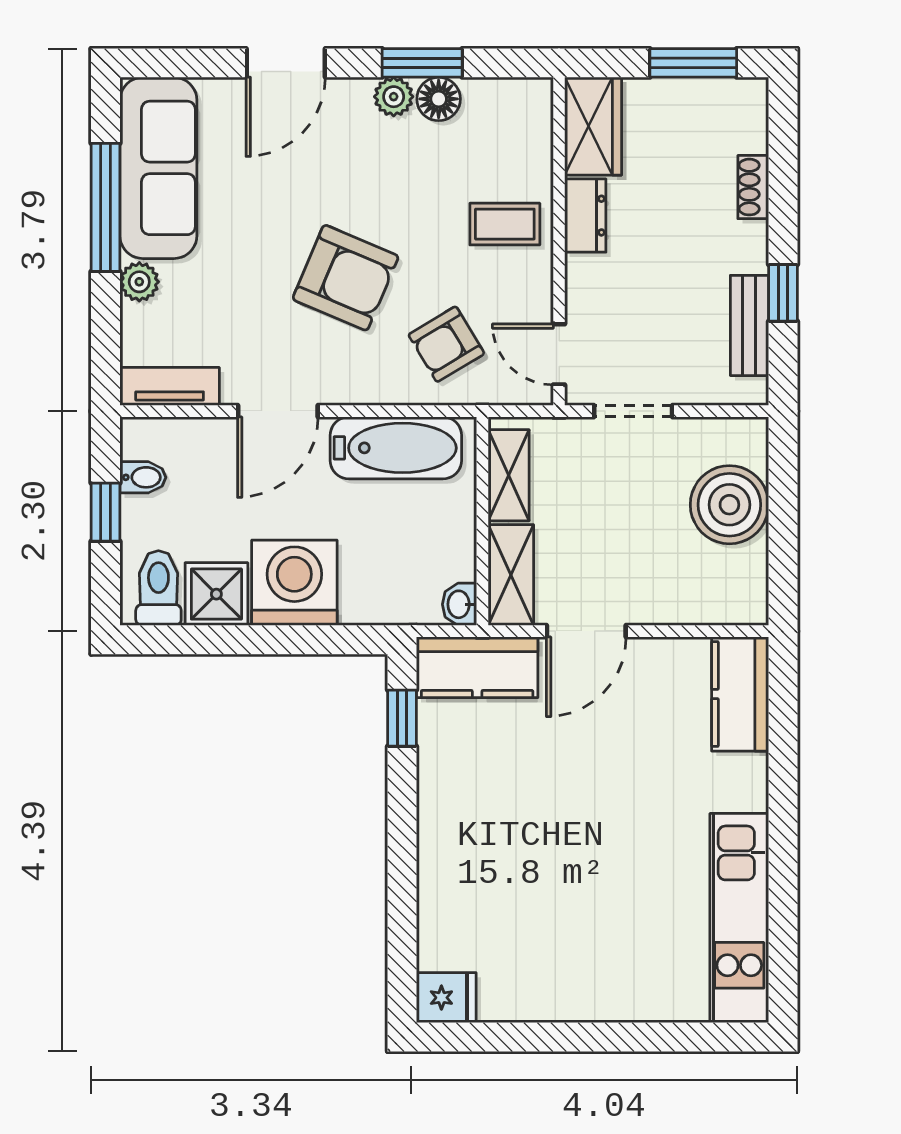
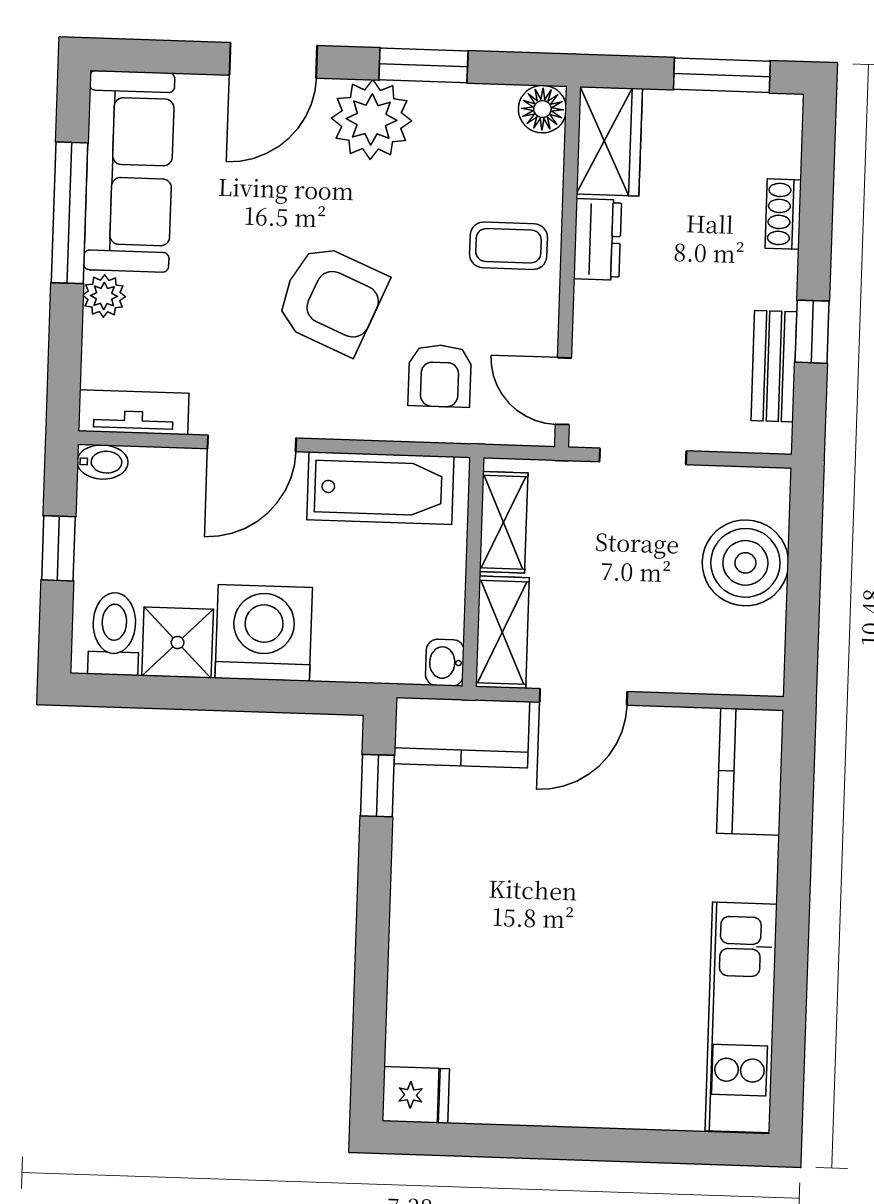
plant: (394, 97) -> (371, 120), width x1.88, depth x1.88
floor lamp: (439, 99) -> (542, 109), moved
armchair: (446, 344) -> (440, 376), turned -59
bidet: (143, 477) -> (102, 462), moved

